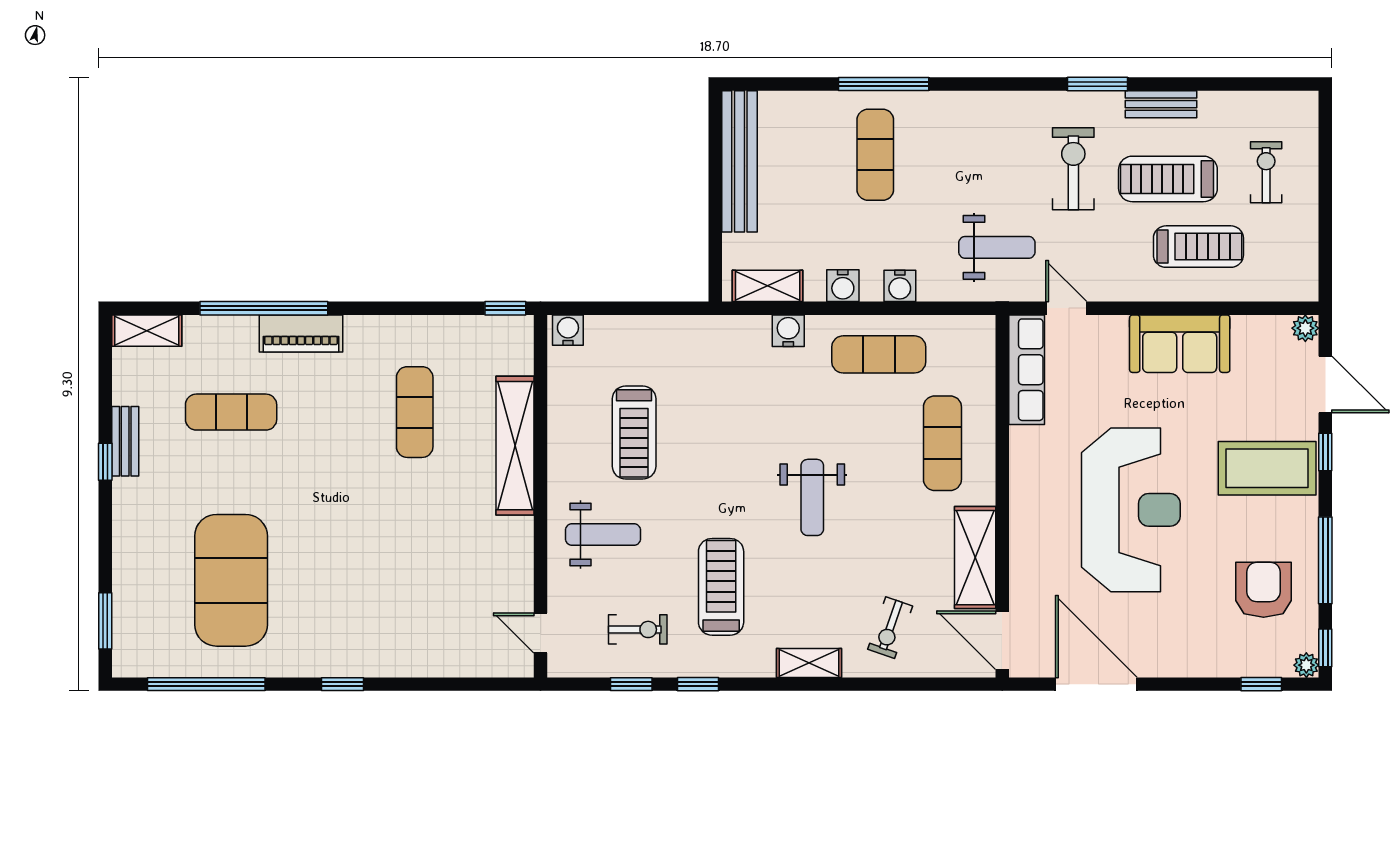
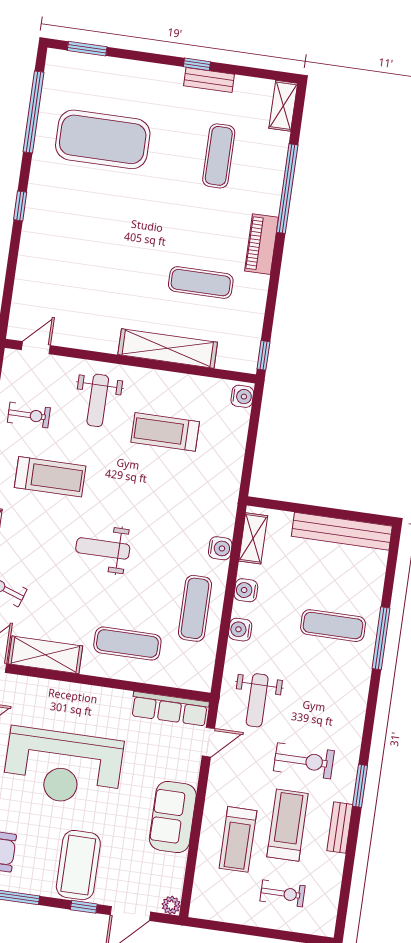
piano: (301, 333) -> (262, 244), moved
exercise bike: (638, 629) -> (29, 415), turned -90

